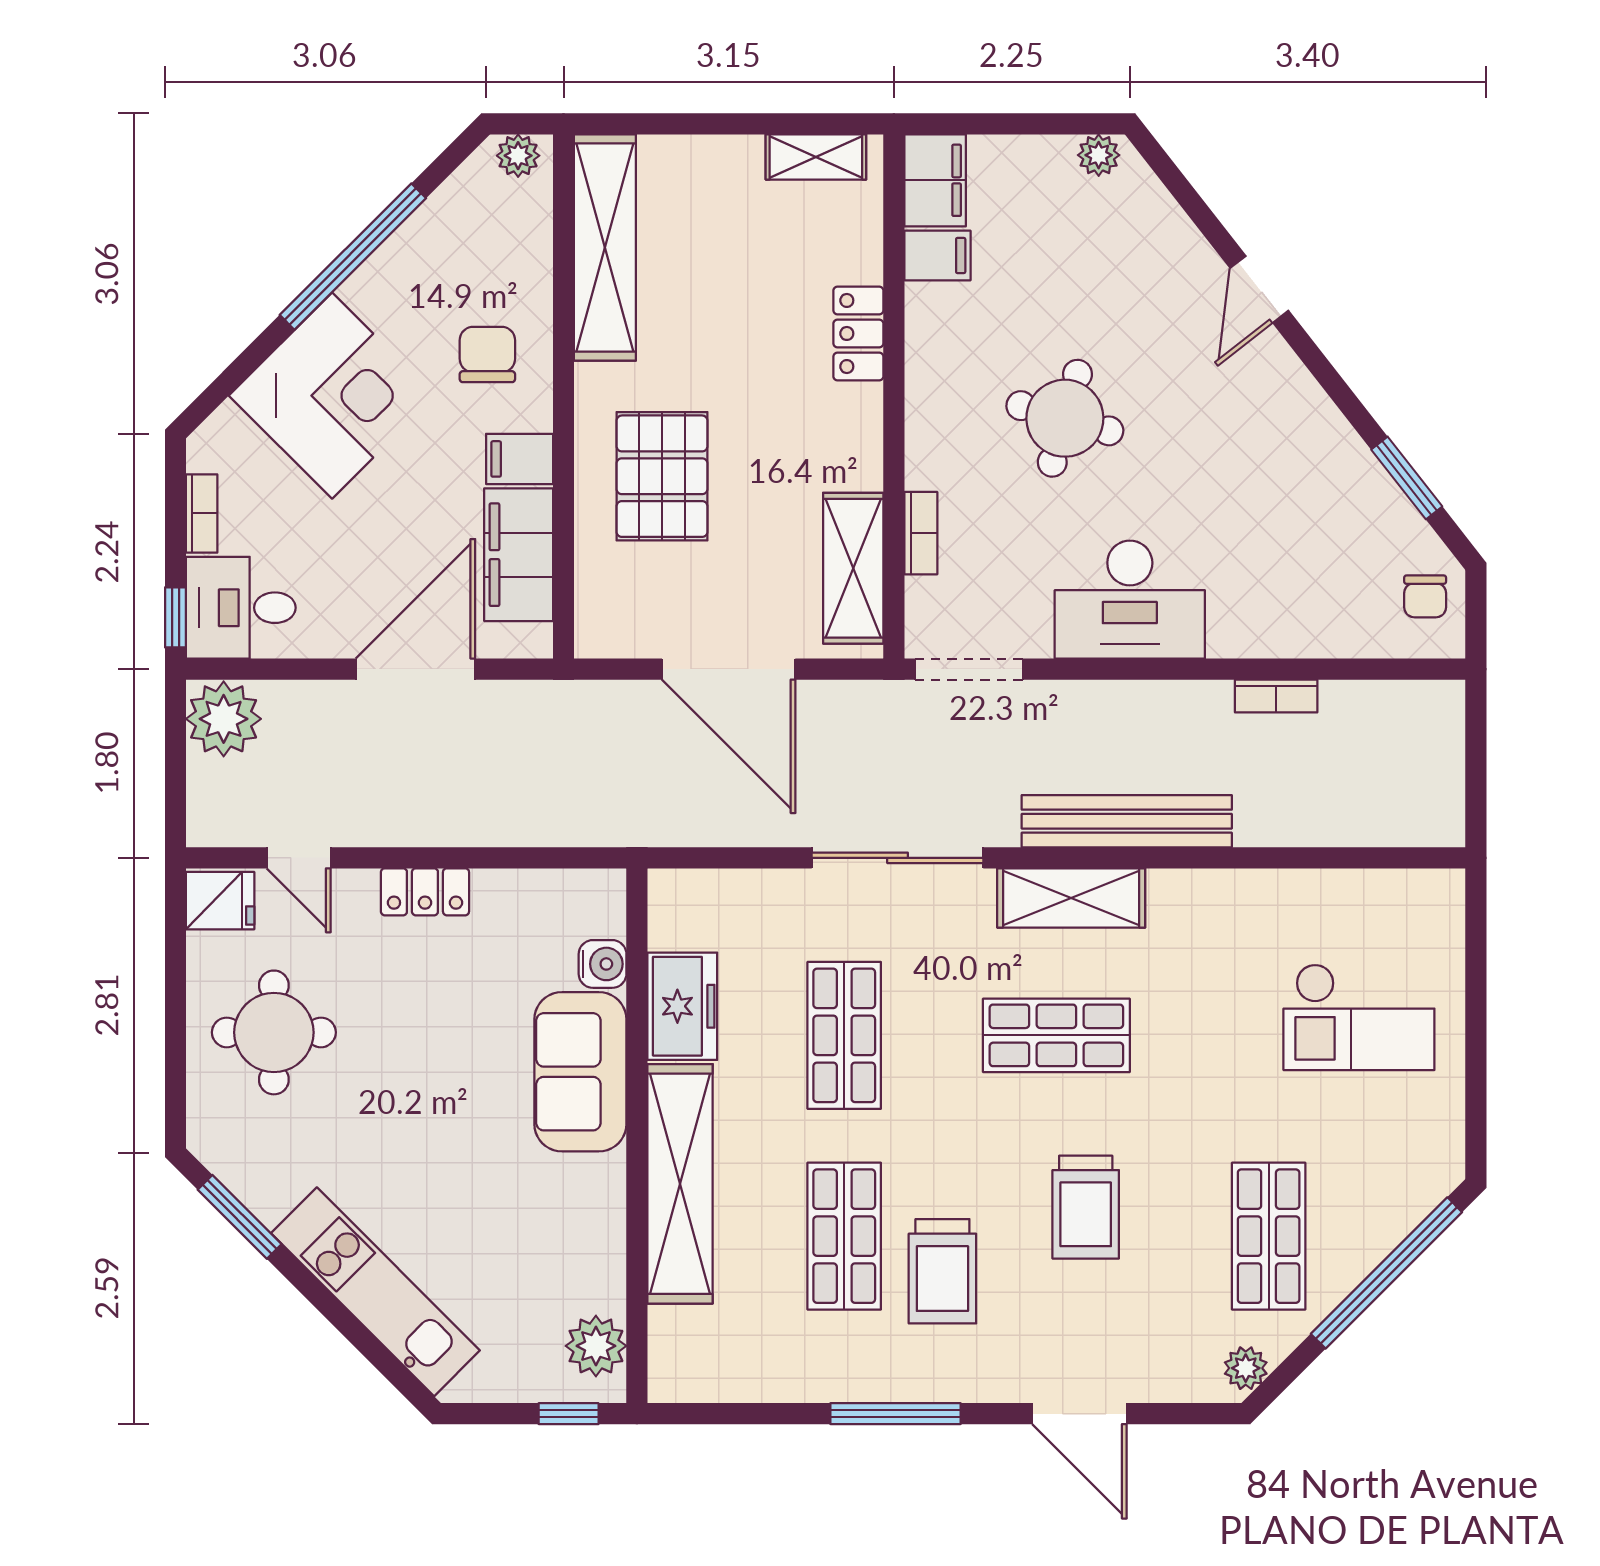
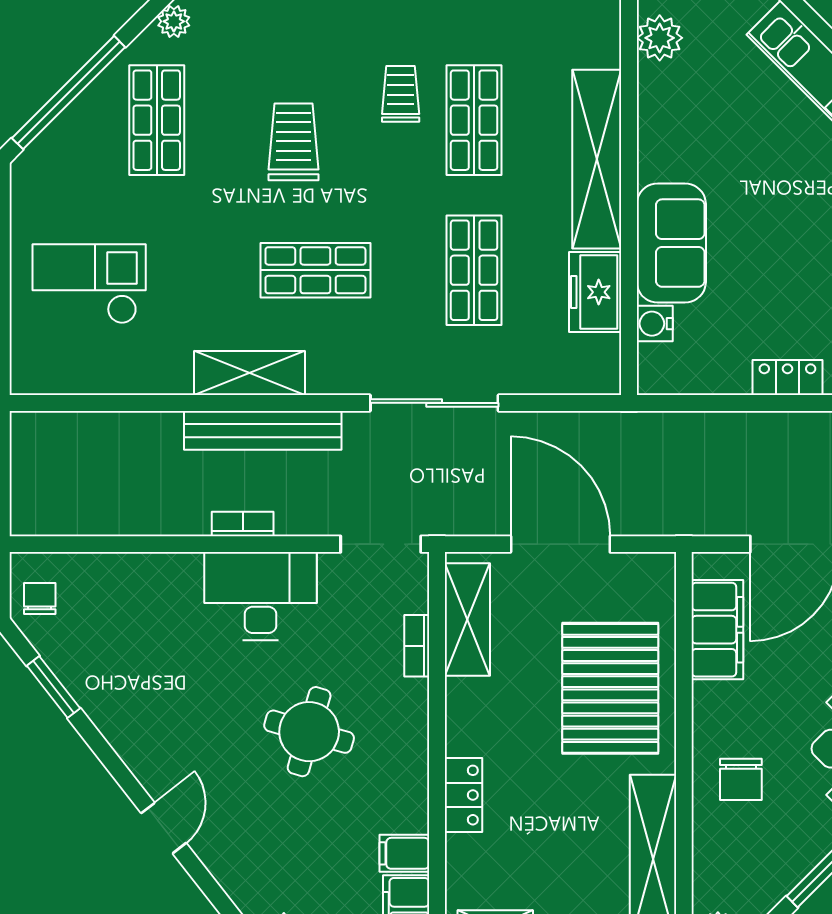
filing cabinet: (520, 459) -> (717, 701), removed
pallet: (662, 476) -> (610, 688), width x1.37, depth x1.41
bookcase: (1276, 696) -> (243, 524), moved
shelving: (1071, 898) -> (249, 373), moved
trolley: (942, 1271) -> (401, 94), width x0.73, depth x0.72

